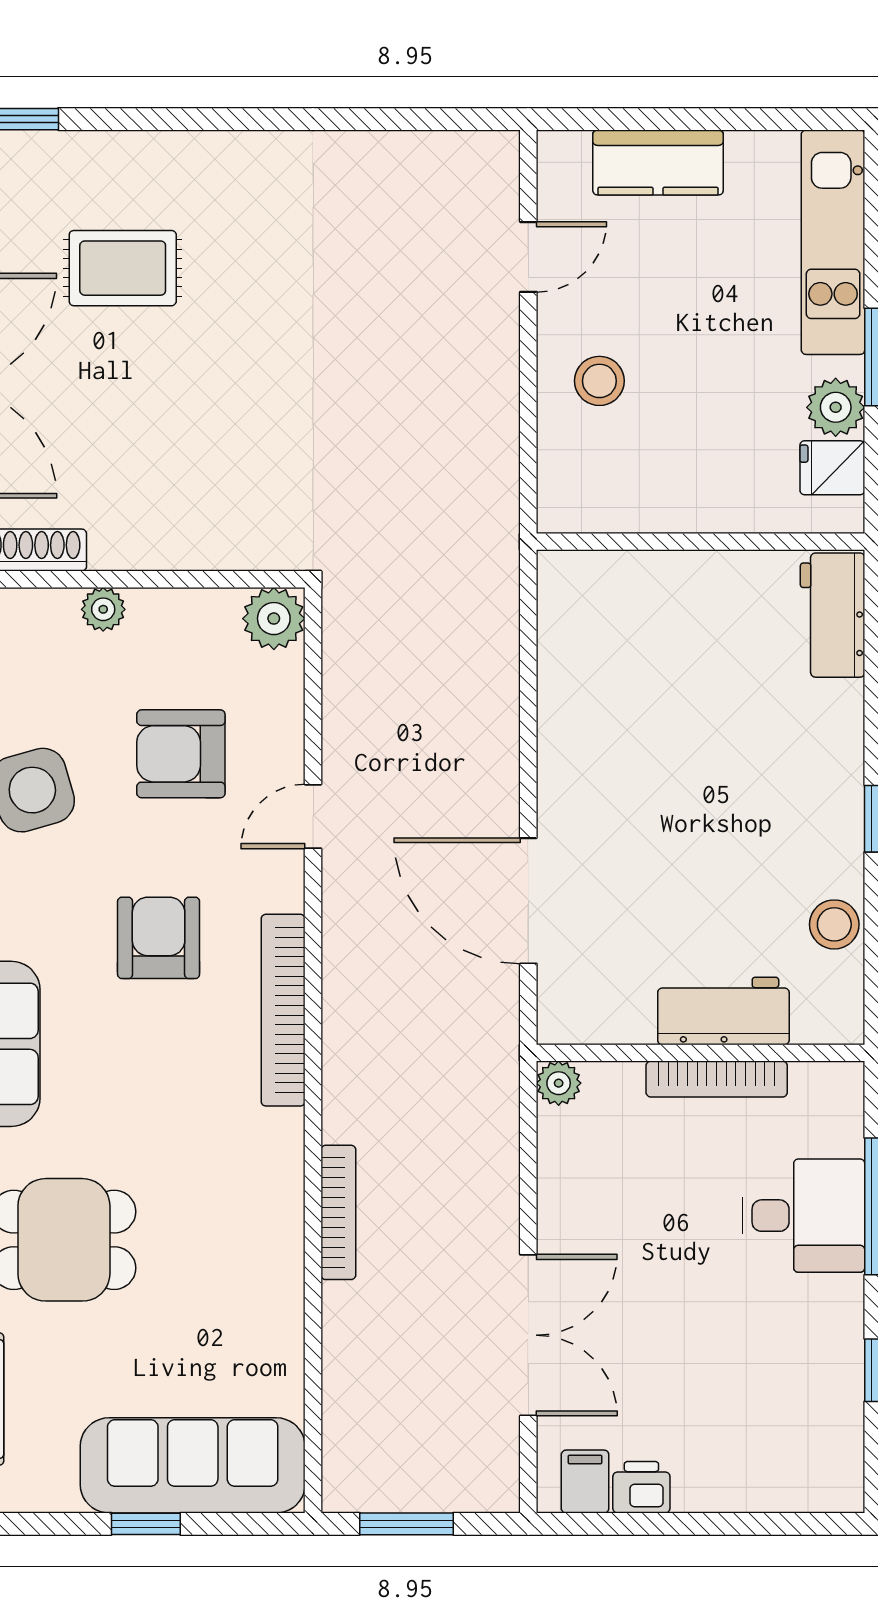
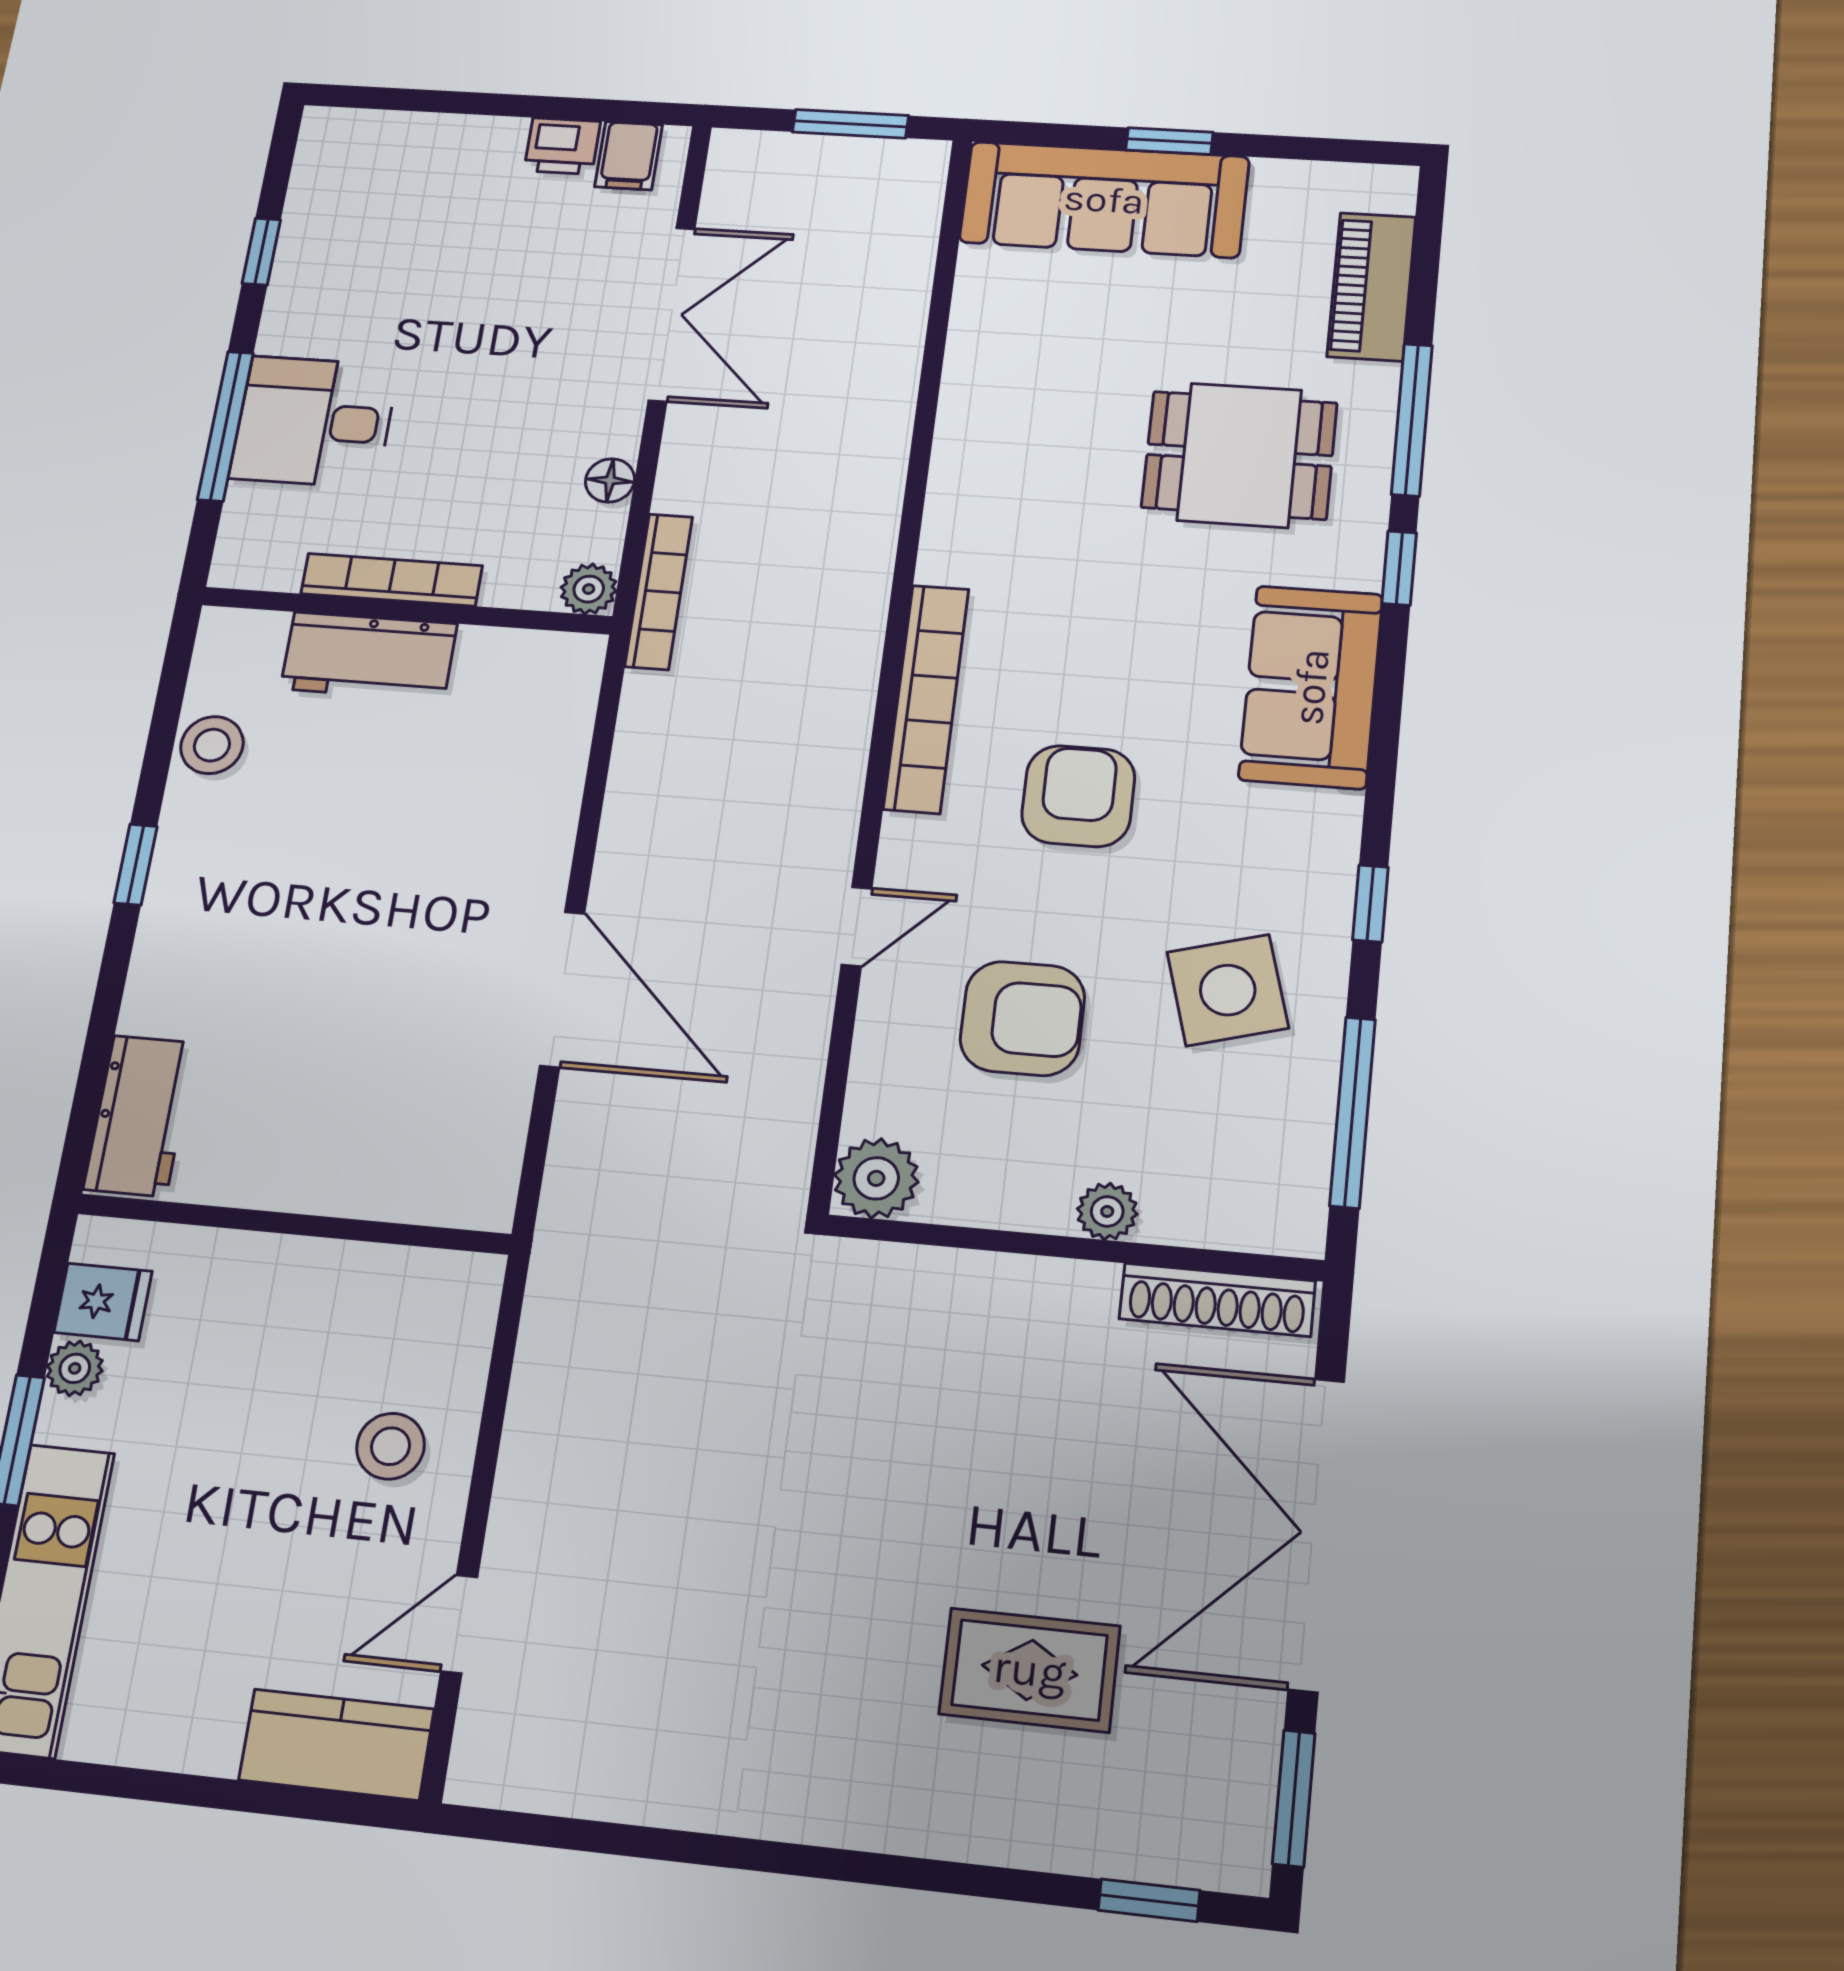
kitchen counter: (658, 162) -> (336, 1744), moved
plant: (836, 407) -> (75, 1368), width x0.73, depth x0.73
door: (528, 901) -> (562, 989), moved
armchair: (159, 938) -> (1078, 796), turned 180
floor lamp: (556, 1180) -> (610, 480), added
bookcase: (338, 1212) -> (659, 591), moved, turned 180
double door: (528, 1335) -> (672, 314), swing flipped

